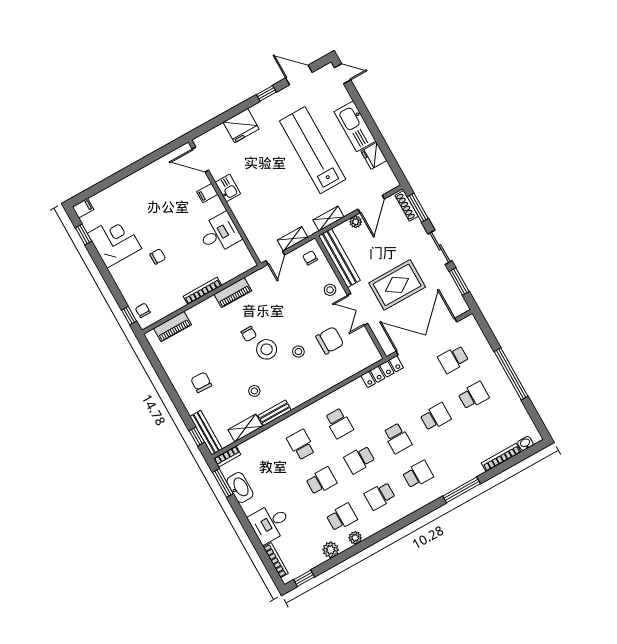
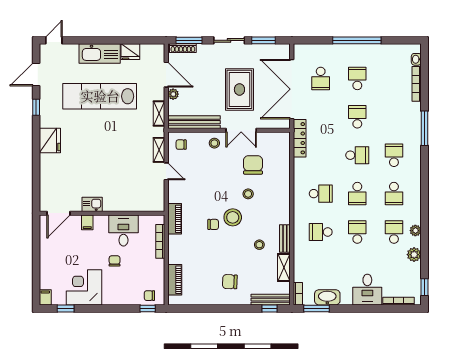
door: (200, 160) -> (59, 213), moved
kitchen sink: (228, 188) -> (92, 204), moved
filing cabinet: (207, 193) -> (87, 222), moved
wall: (225, 203) -> (102, 213), moved
desk: (219, 234) -> (123, 230), moved

